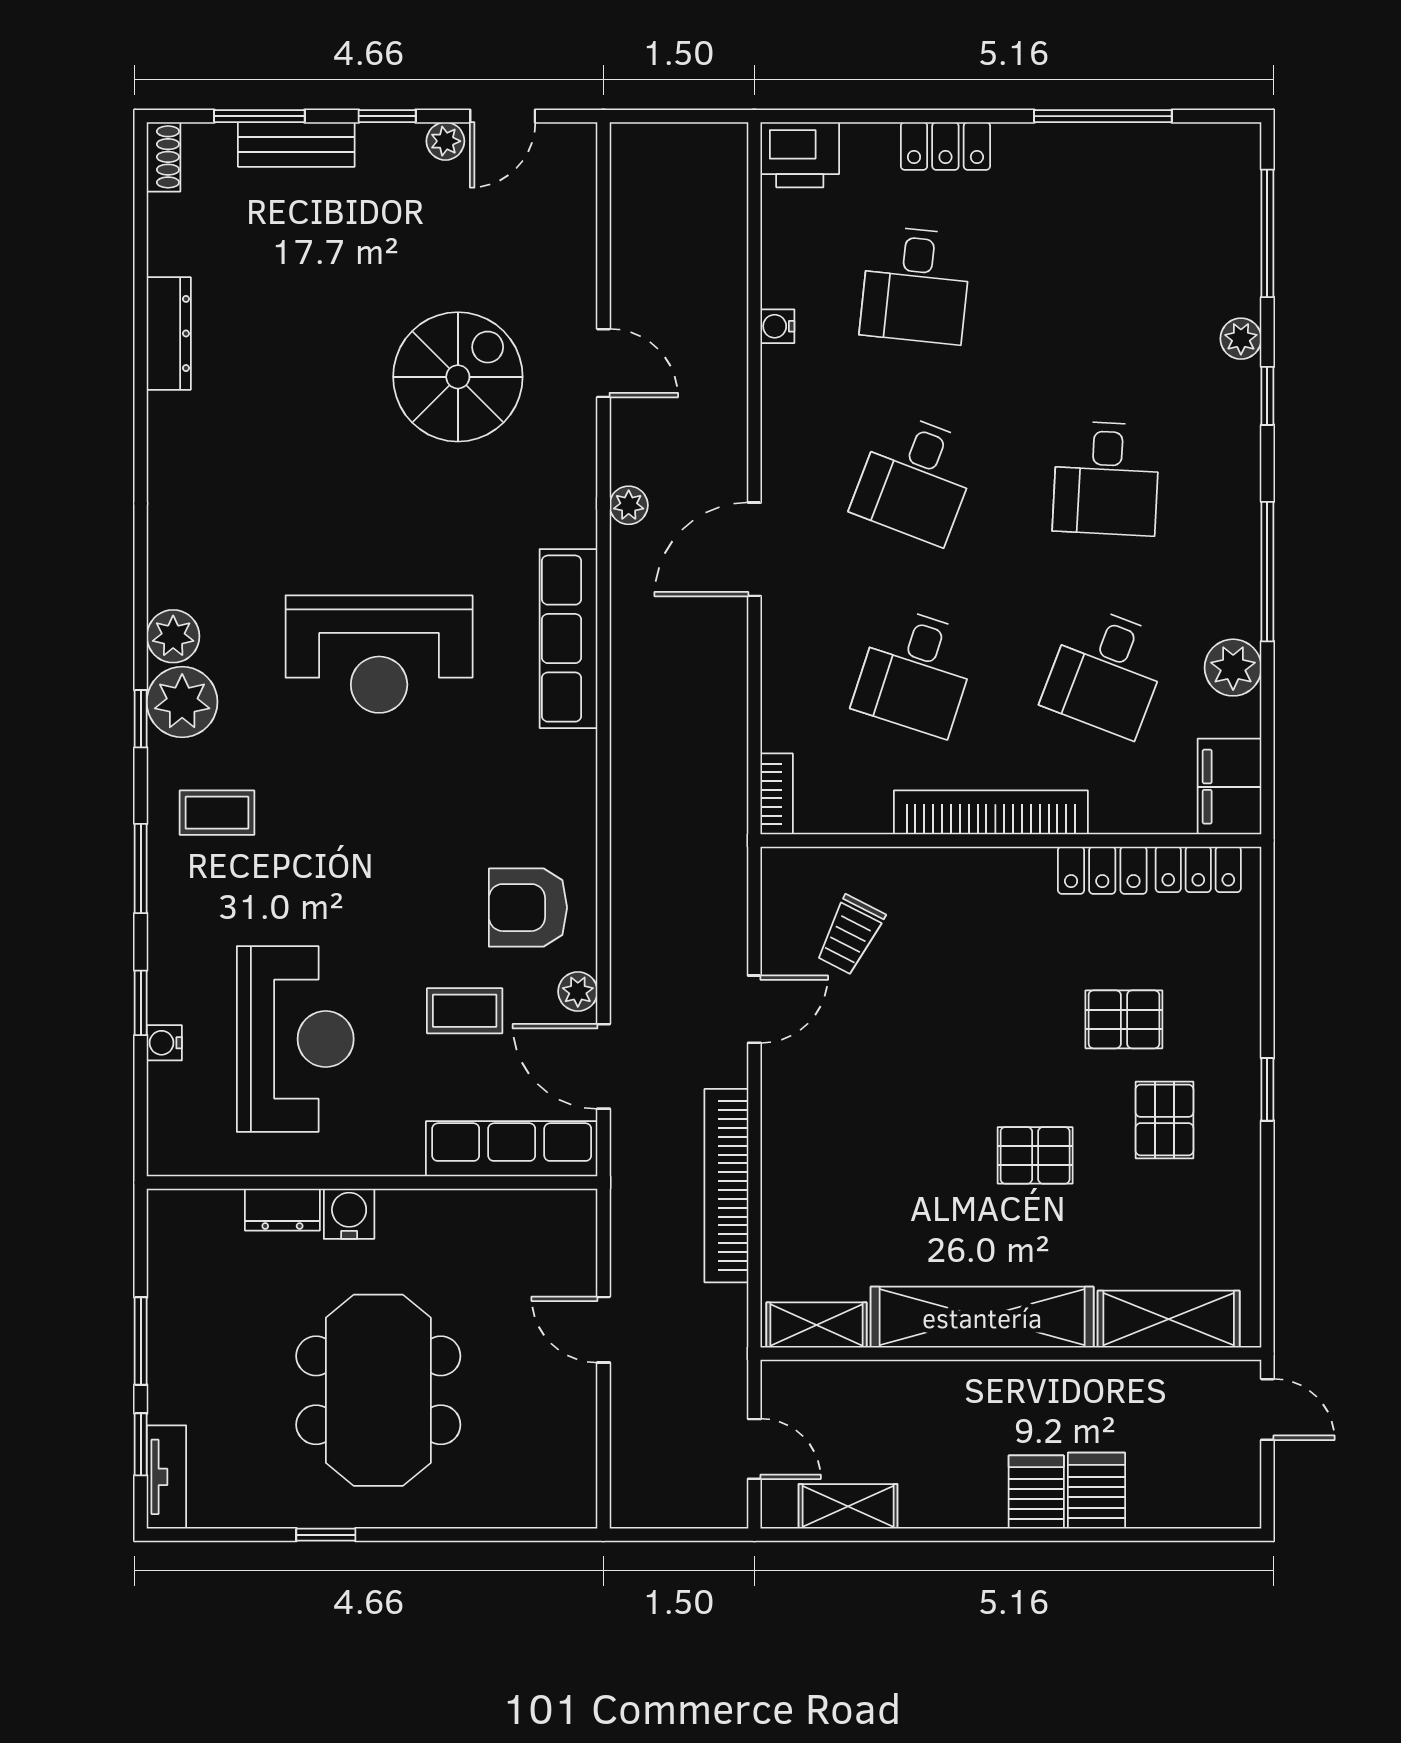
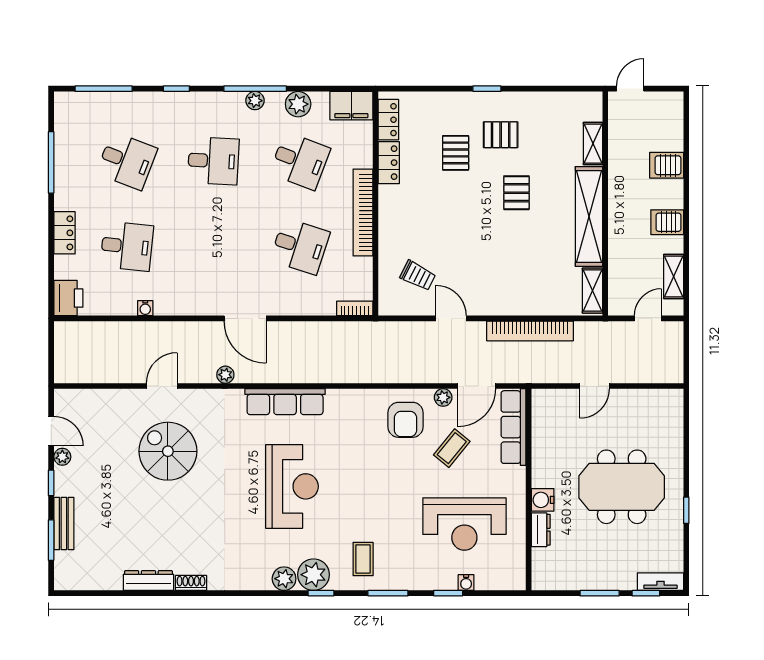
shoe rack: (164, 157) -> (191, 583), moved
plant: (1241, 339) -> (255, 101), moved
desk: (916, 478) -> (127, 161), moved
coffee table: (465, 1011) -> (452, 448), turned 39
reception desk: (295, 1039) -> (464, 524), turned 180
shelving: (1169, 1319) -> (593, 144), width x0.67, depth x0.75
server rack: (1036, 1492) -> (667, 222), moved

